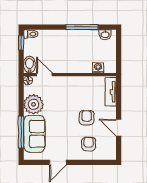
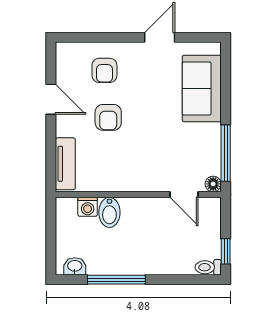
bidet: (29, 65) -> (109, 212), moved
plant: (33, 104) -> (203, 141), removed
window: (21, 132) -> (226, 153), moved

